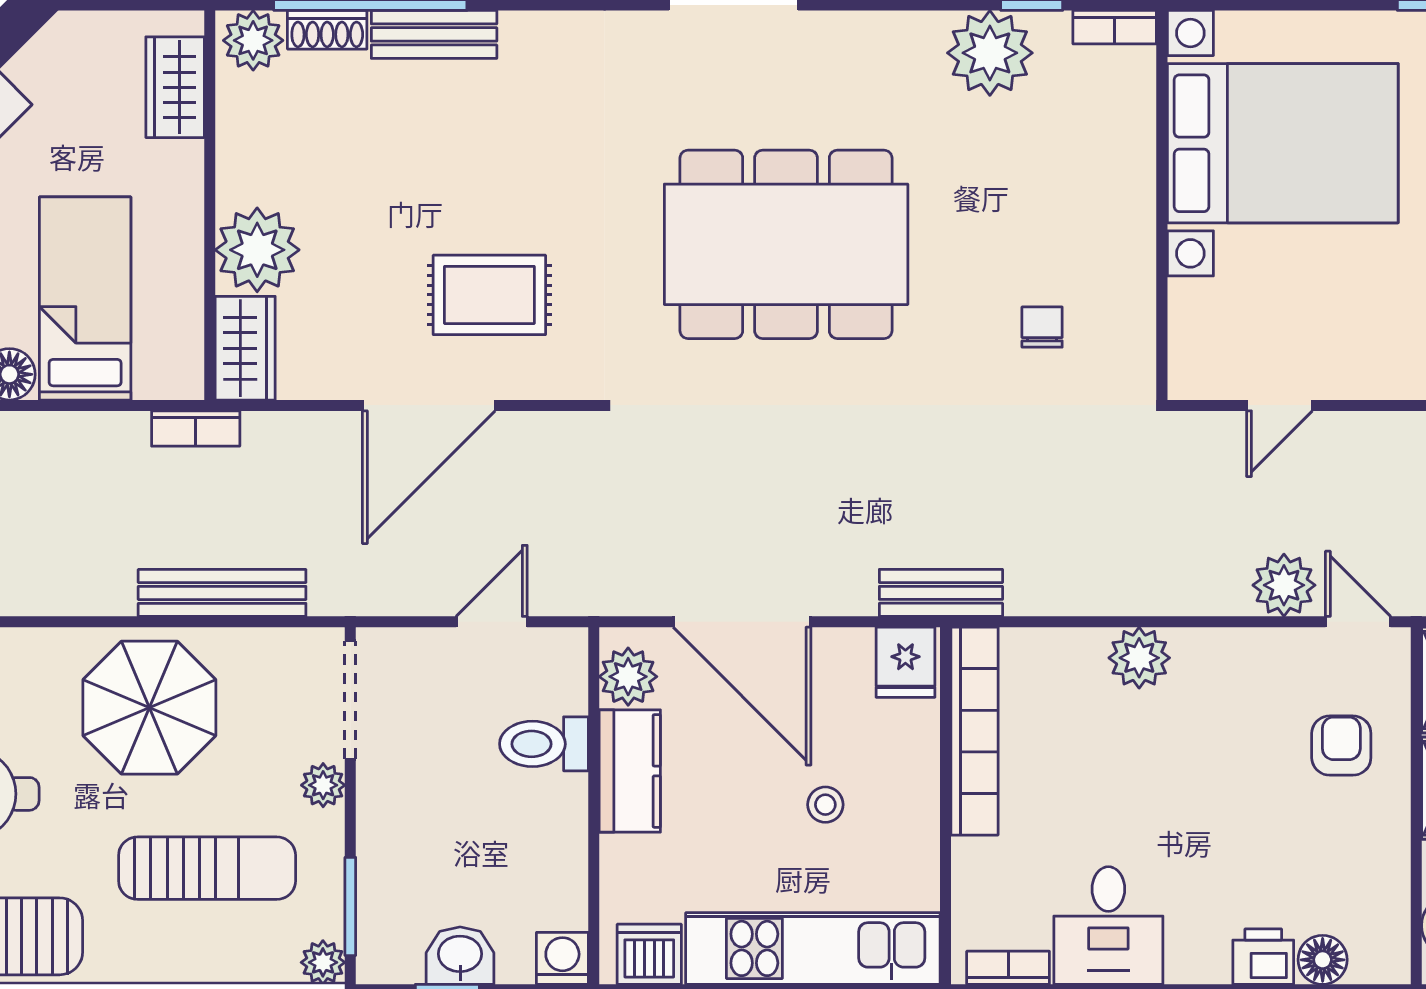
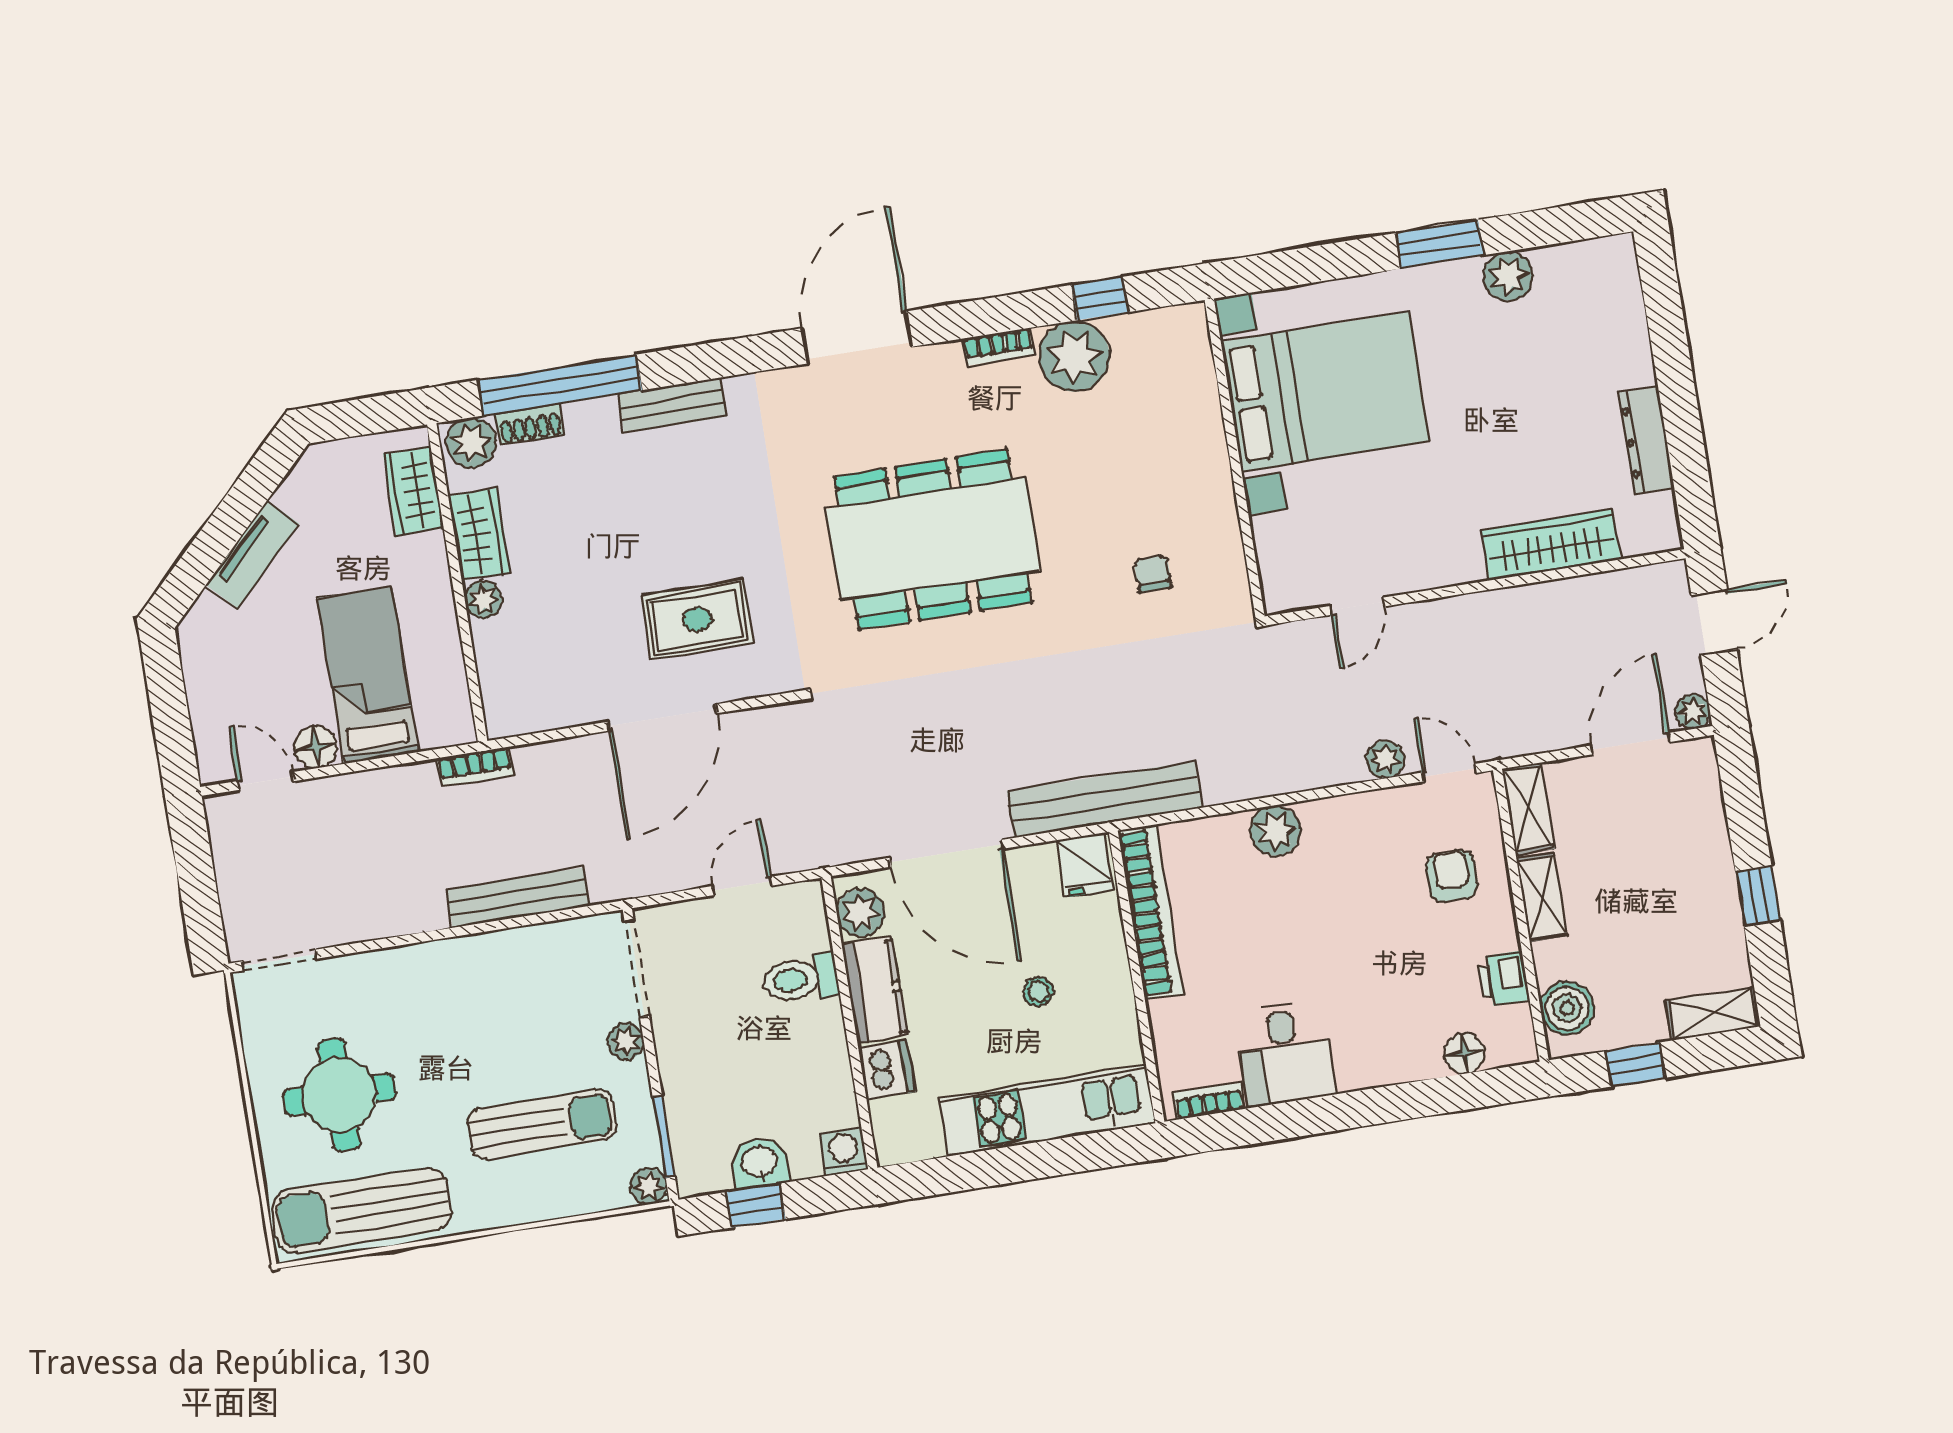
bookcase: (1115, 27) -> (999, 347), moved
bench: (434, 34) -> (672, 405), moved
plant: (257, 250) -> (483, 599), width x0.53, depth x0.53
wardrobe: (245, 348) -> (479, 534), moved
plant: (1284, 585) -> (1385, 759), width x0.73, depth x0.73
bench: (941, 593) -> (1104, 799), width x1.86, depth x1.21
parasol: (149, 708) -> (474, 1001), removed
dishwasher: (649, 954) -> (887, 1069), moved, turned 90
printer: (1263, 957) -> (1503, 979), moved, turned -90

